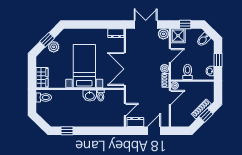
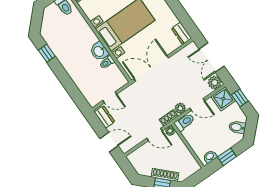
double door: (146, 24) -> (212, 58), swing flipped
toilet: (188, 72) -> (184, 122), moved

